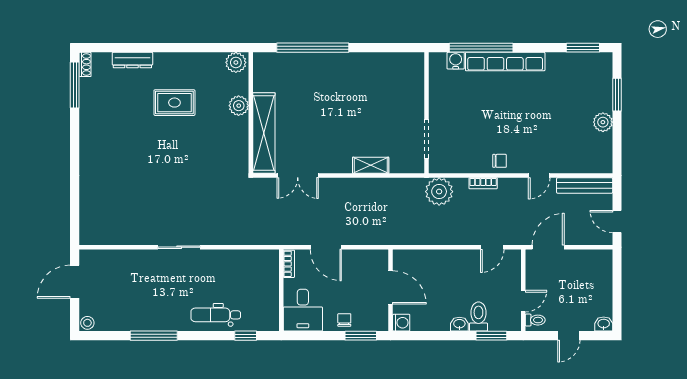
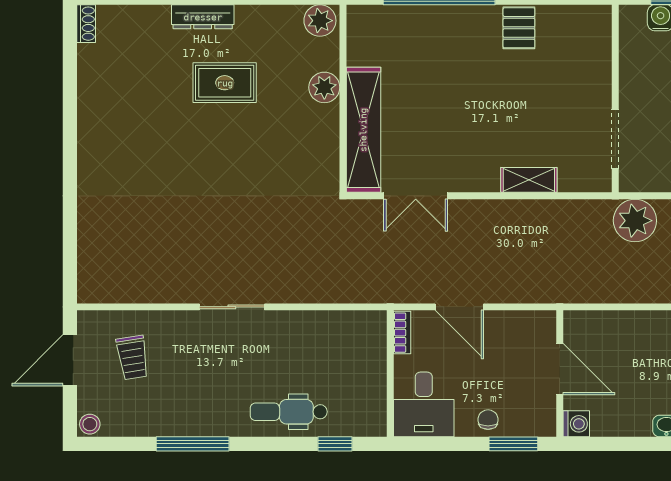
dresser: (132, 60) -> (203, 17), moved
pallet: (364, 67) -> (519, 28), added
window: (75, 85) -> (70, 55), removed
trolley: (115, 280) -> (133, 357), added

